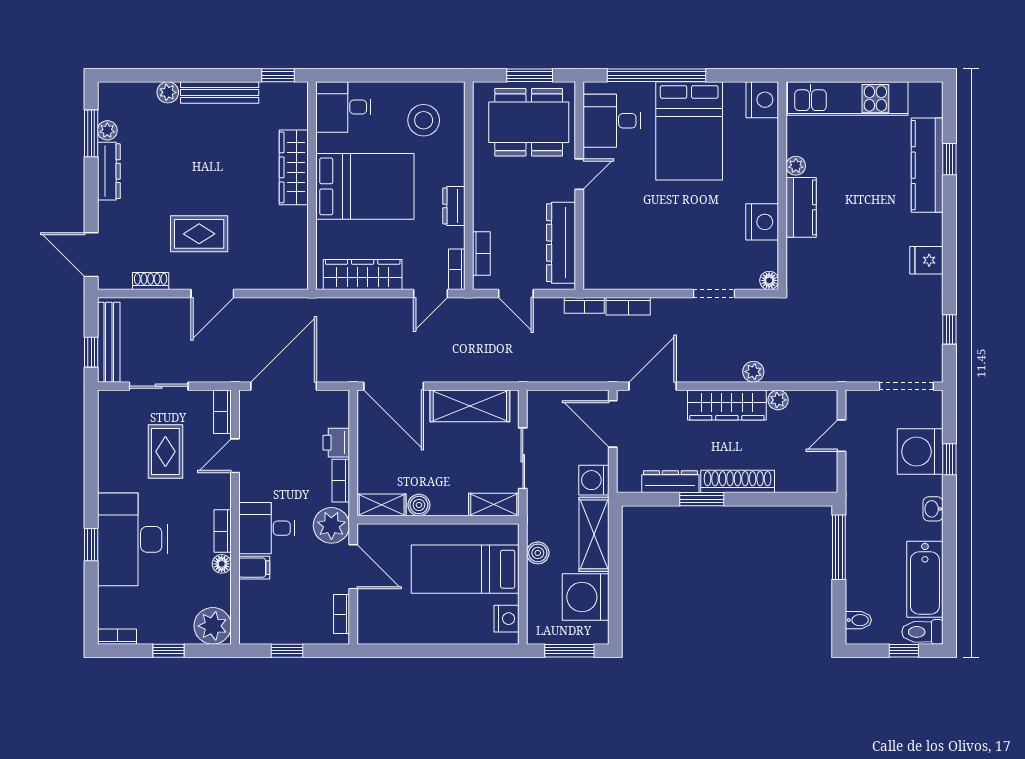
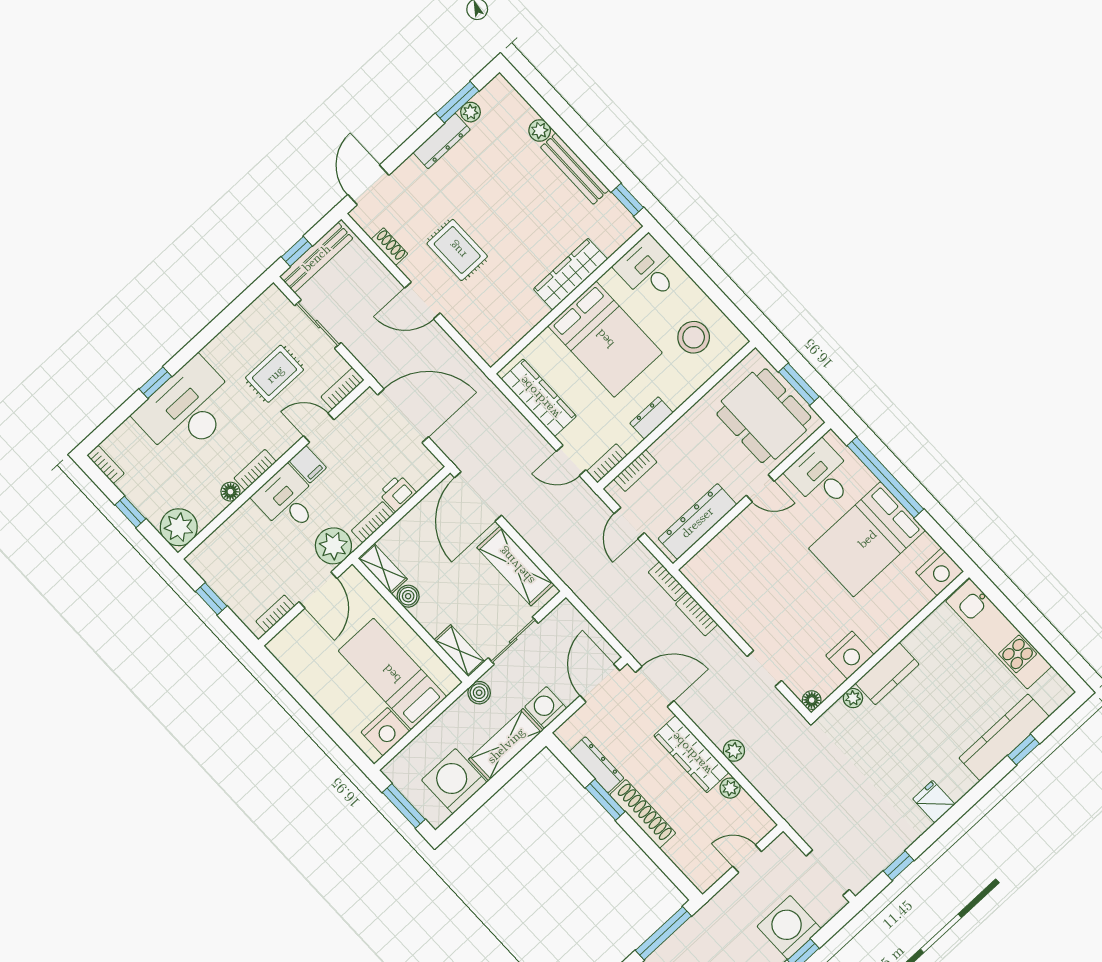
plant: (796, 166) -> (853, 698), moved
boiler: (538, 553) -> (479, 693), moved
filing cabinet: (254, 568) -> (308, 464), moved
nightstand: (507, 619) -> (385, 732), width x1.36, depth x1.33

